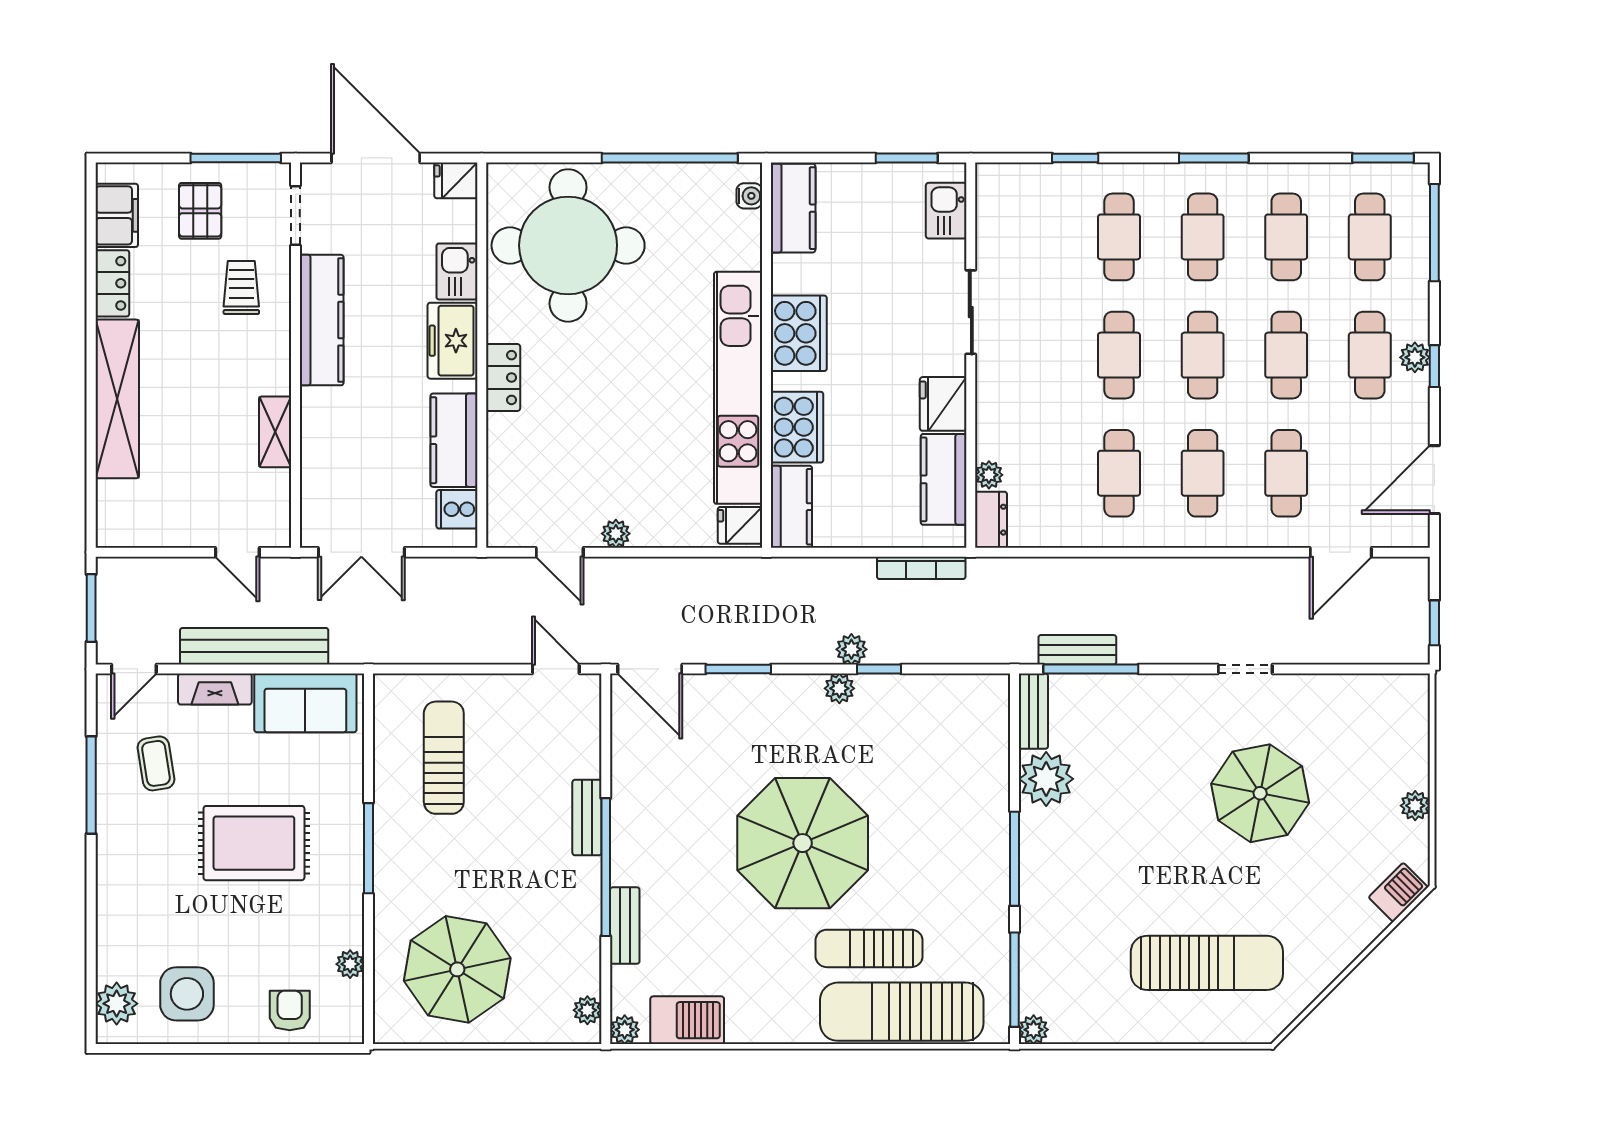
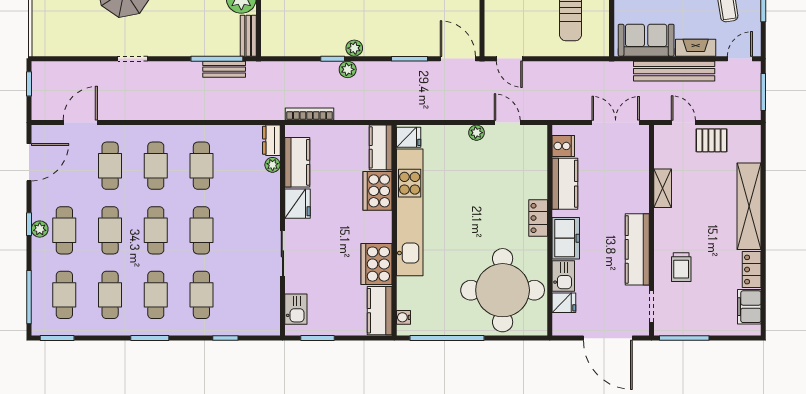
fridge: (456, 180) -> (564, 303), moved
pallet: (200, 211) -> (711, 140), moved, turned 90
cooker: (799, 333) -> (376, 264), moved

